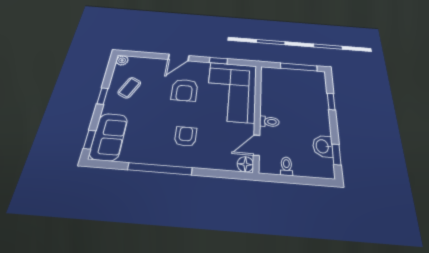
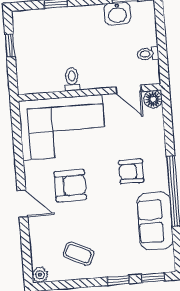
window: (218, 61) -> (18, 151), removed
window: (299, 67) -> (10, 46), width x0.46
window: (102, 96) -> (118, 280), moved
toilet: (269, 122) -> (72, 79), moved
sofa: (109, 137) -> (155, 221), moved, turned -90

